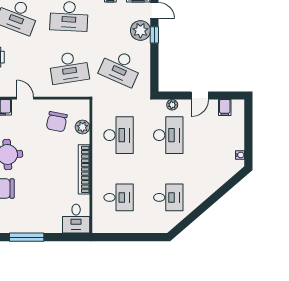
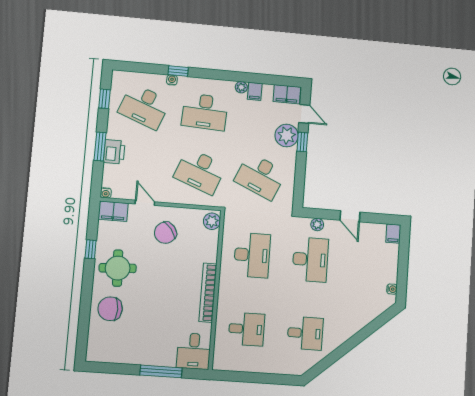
desk: (69, 68) -> (200, 171), turned 30
door: (200, 95) -> (350, 216), hinge flipped
filing cabinet: (225, 108) -> (393, 234), moved
chair: (57, 122) -> (165, 233), moved, turned 41
plant: (82, 127) -> (212, 221), moved
window: (27, 237) -> (161, 371), moved

